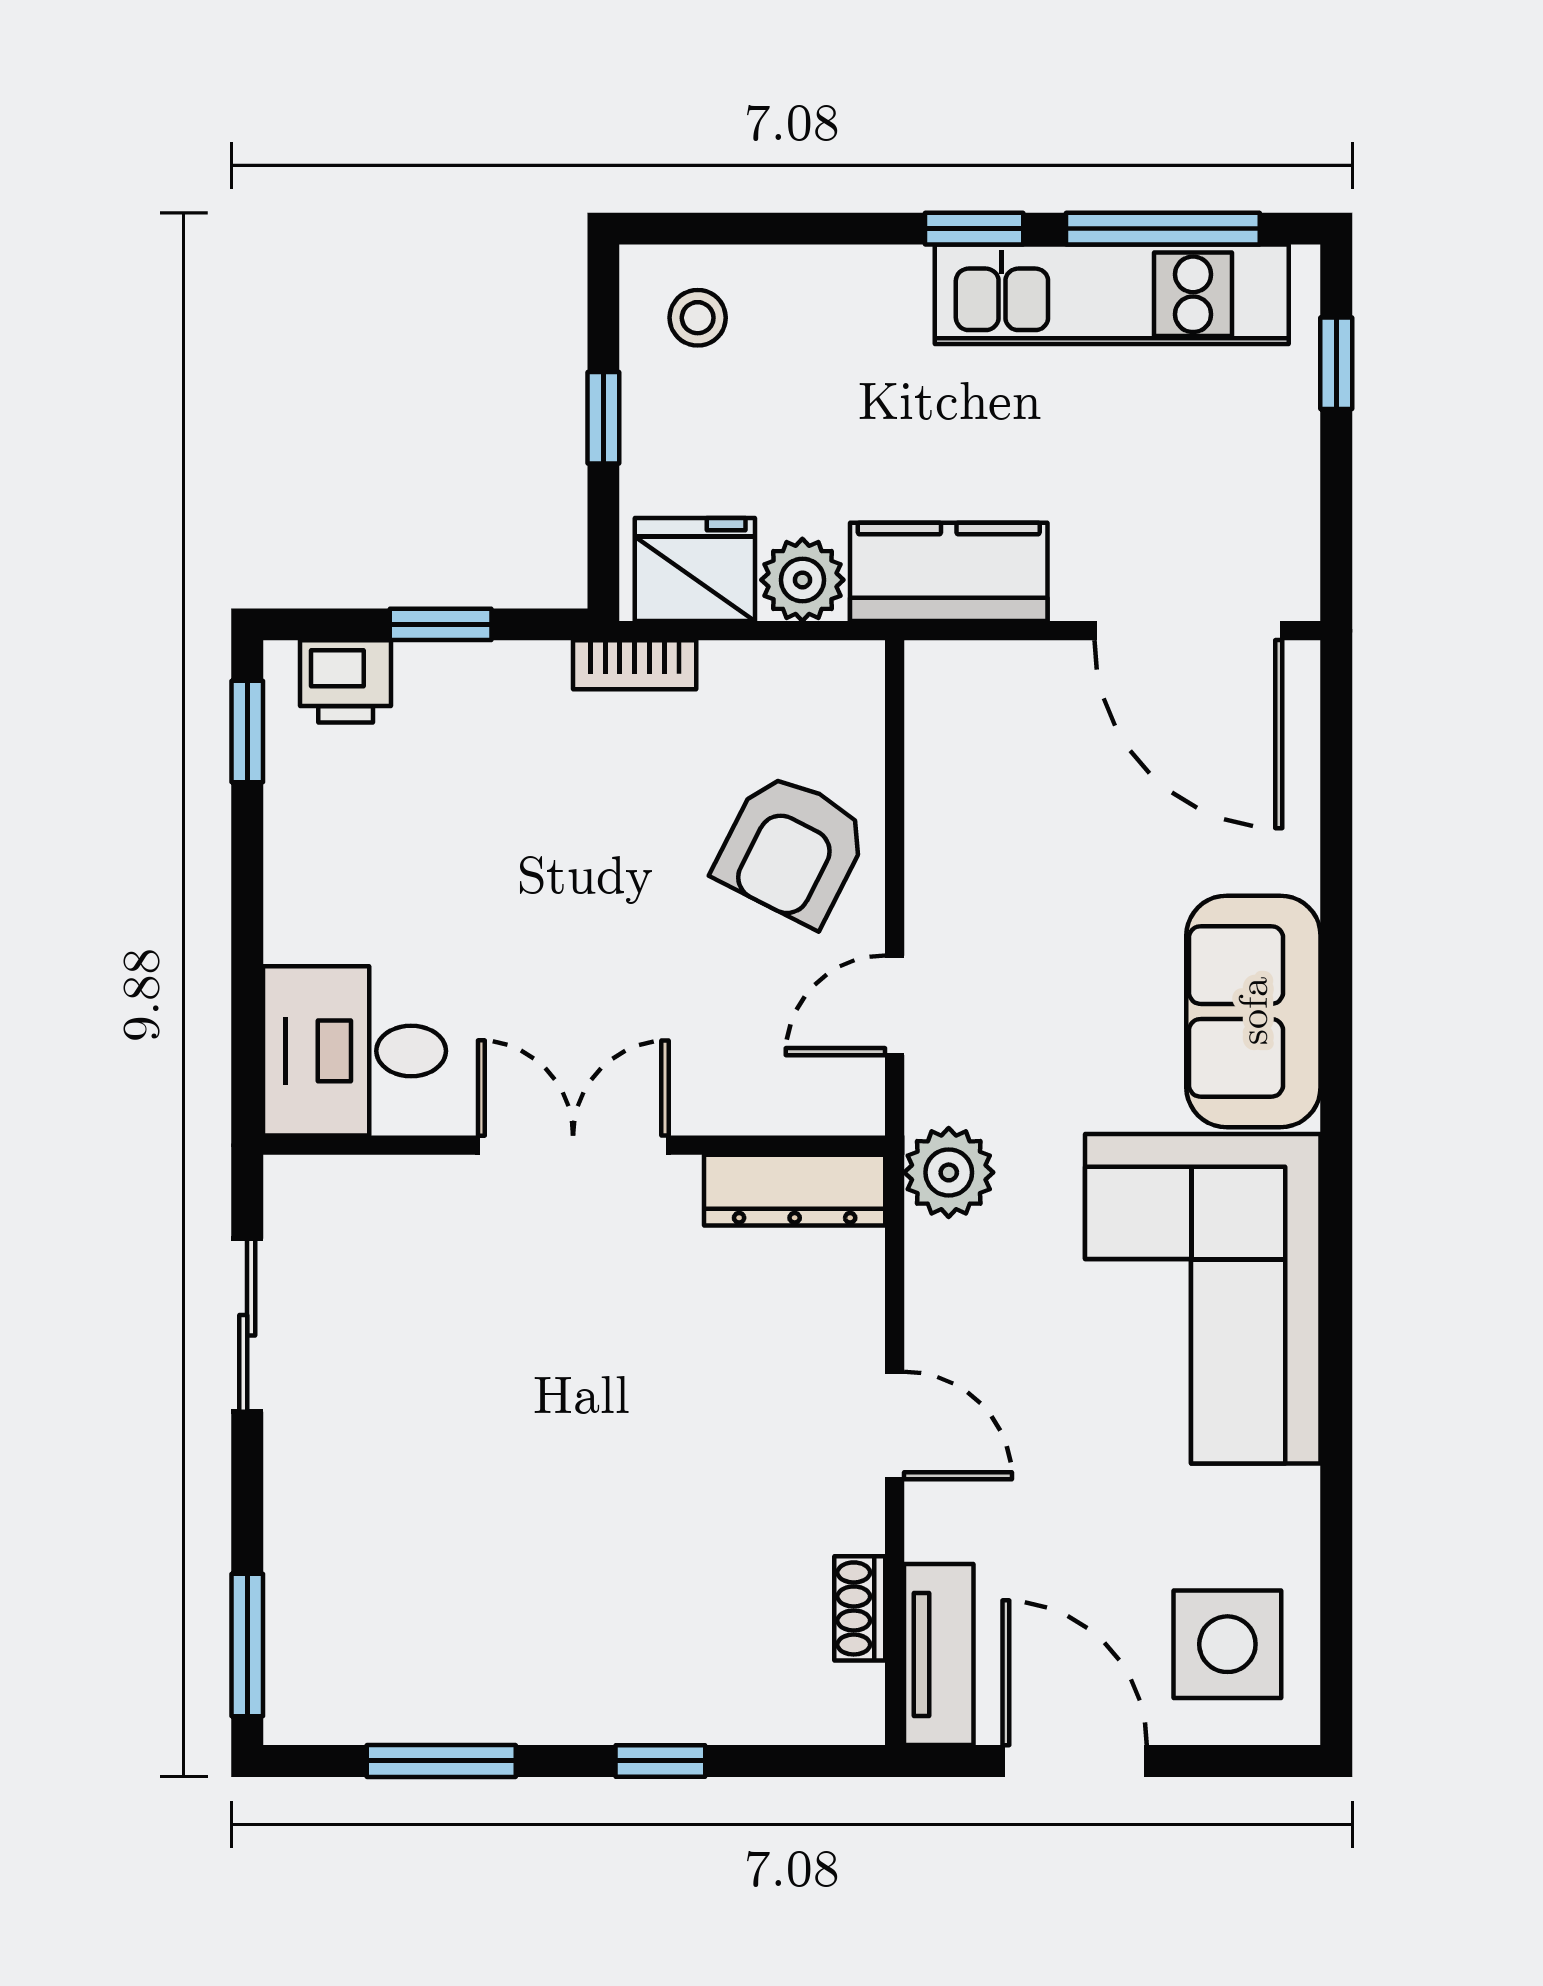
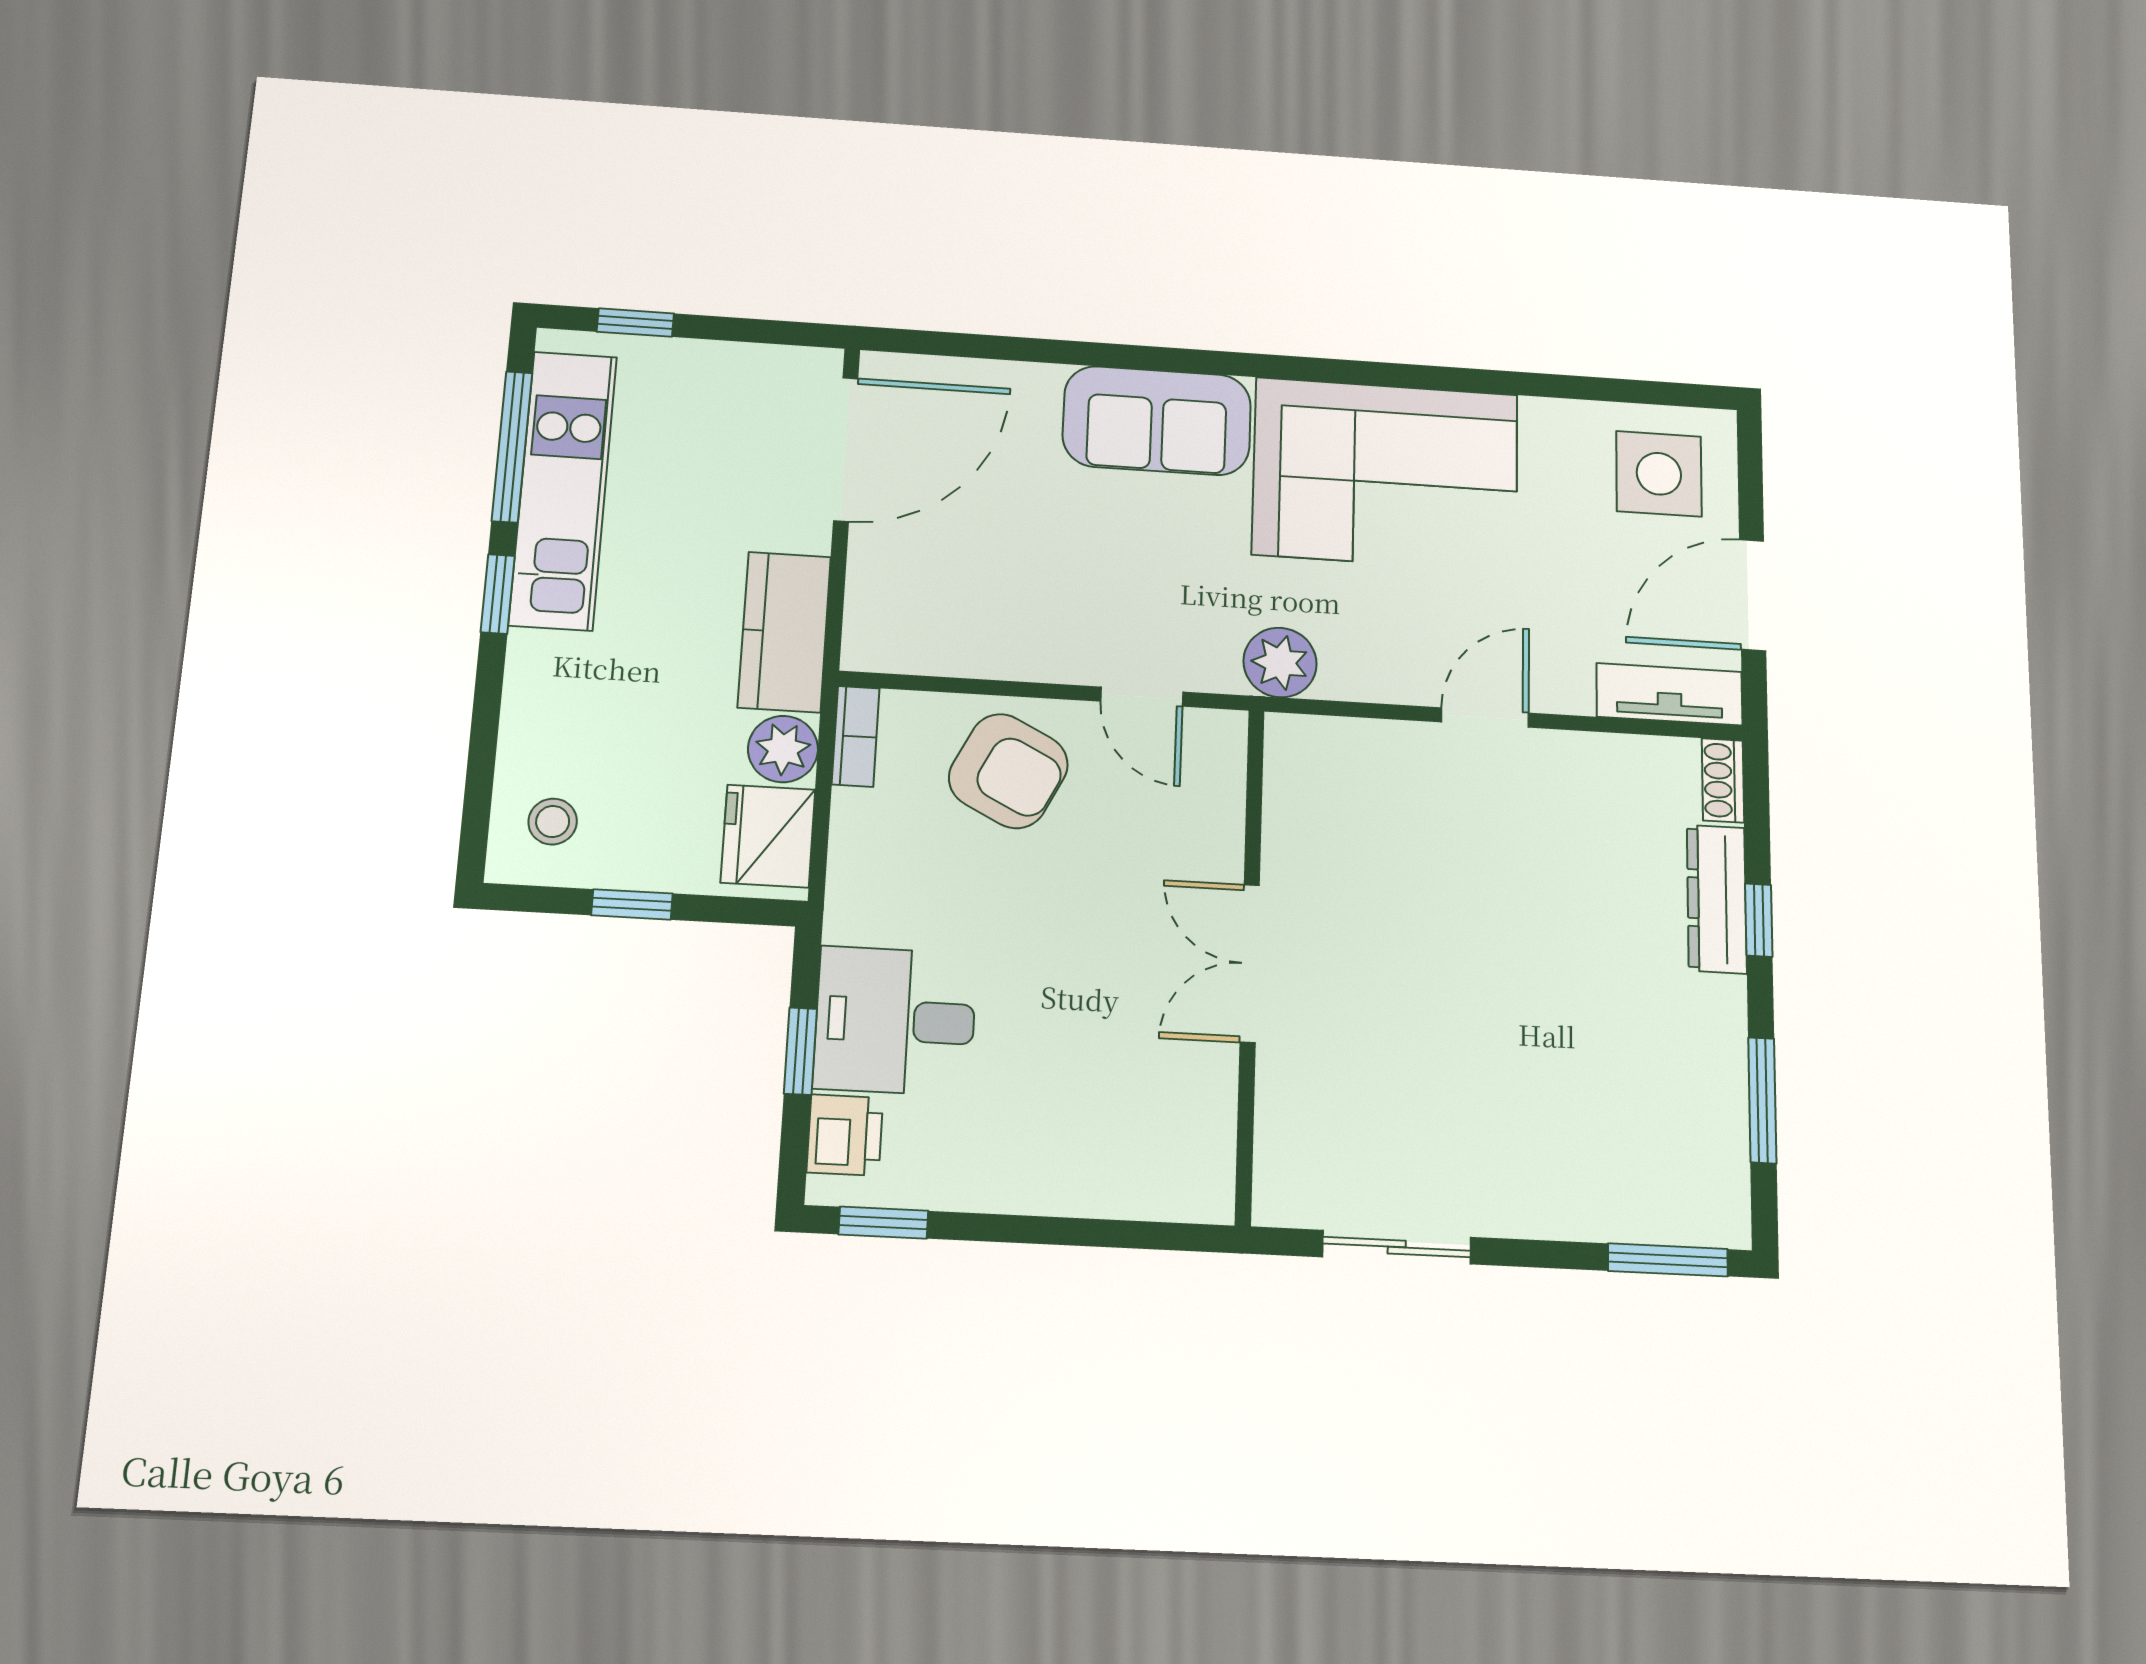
bookcase: (635, 665) -> (856, 736), moved
desk: (354, 1051) -> (895, 1021), moved, turned 90
dresser: (795, 1190) -> (1717, 899), moved, turned 180
shoe rack: (860, 1608) -> (1723, 780), moved, turned 90

